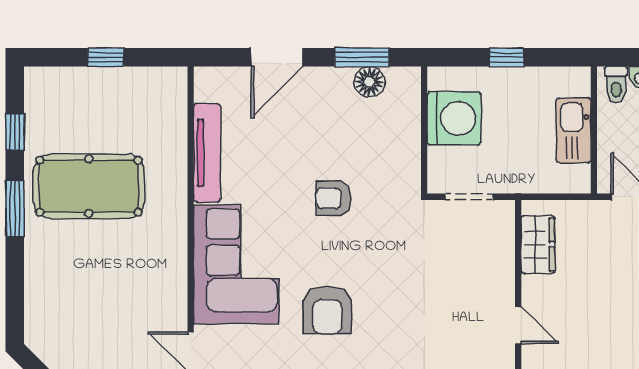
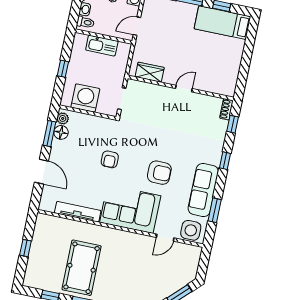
plant: (400, 79) -> (63, 118), added

